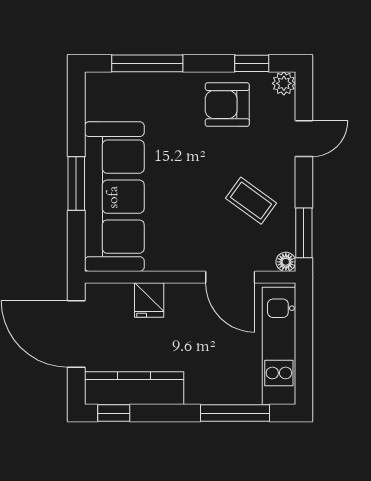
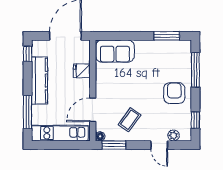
plant: (284, 83) -> (174, 135), moved
armchair: (227, 105) -> (174, 93), moved
window: (76, 184) -> (167, 36), moved
sofa: (114, 197) -> (115, 51), width x0.54, depth x0.79
kitchen counter: (134, 388) -> (39, 81), moved

